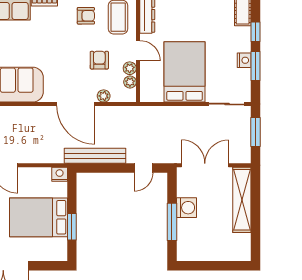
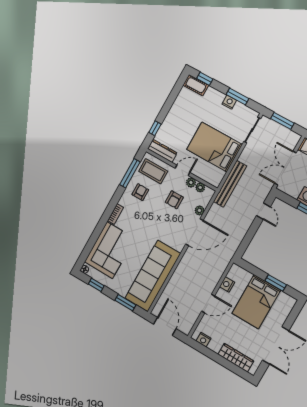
window: (255, 32) -> (205, 79), moved
armchair: (99, 60) -> (174, 200), turned -90
bench: (95, 156) -> (230, 184), moved
nightstand: (60, 174) -> (227, 284), moved

